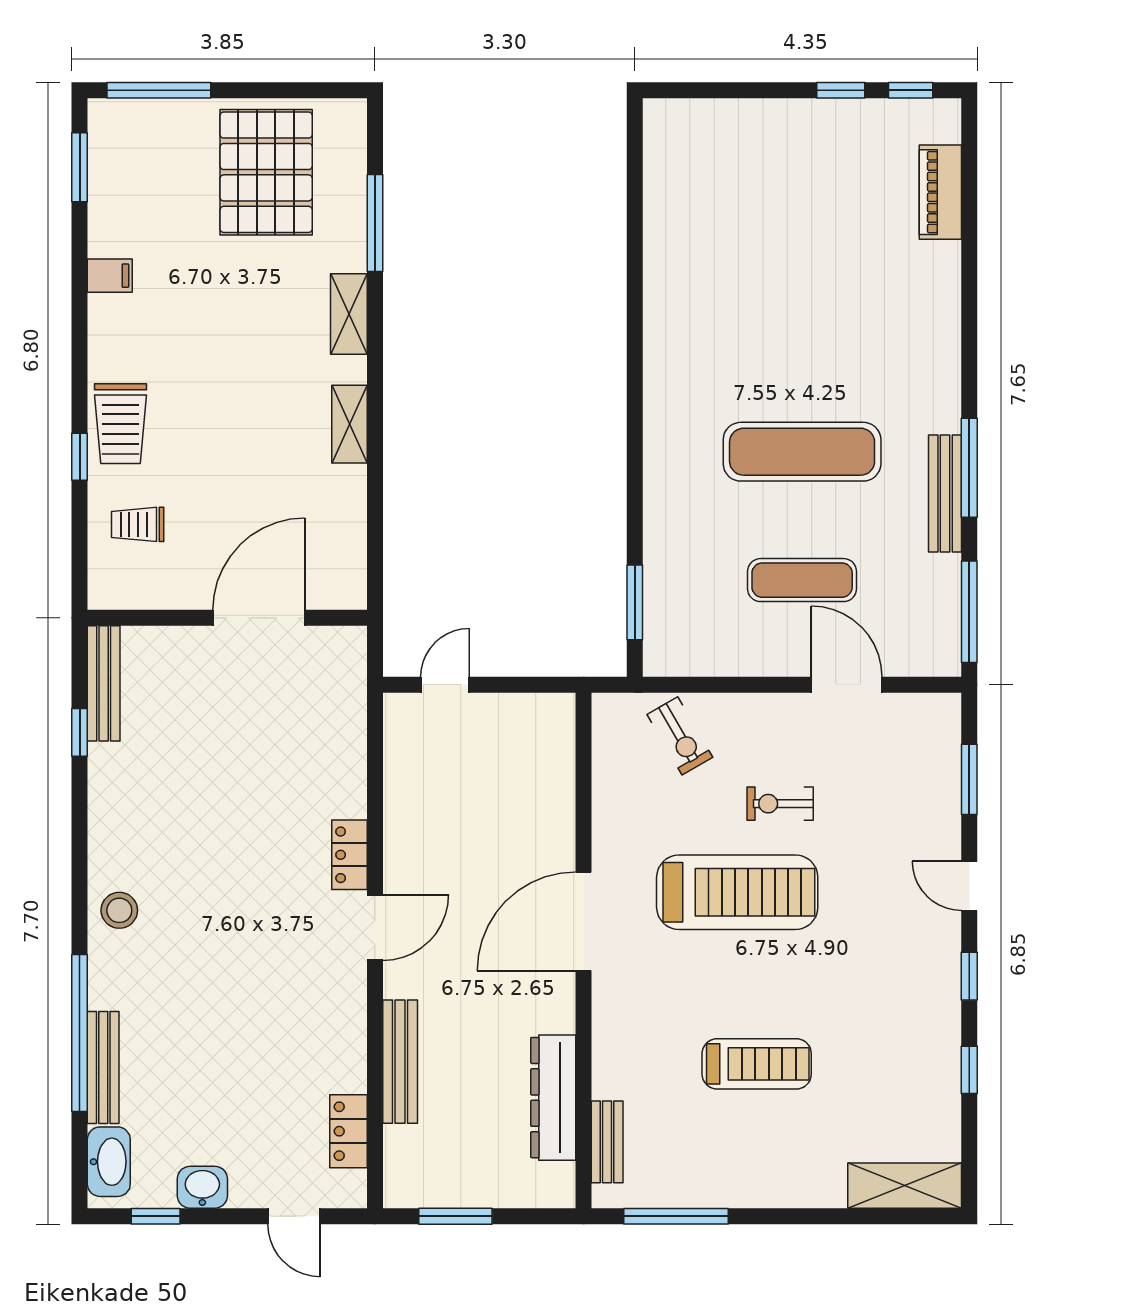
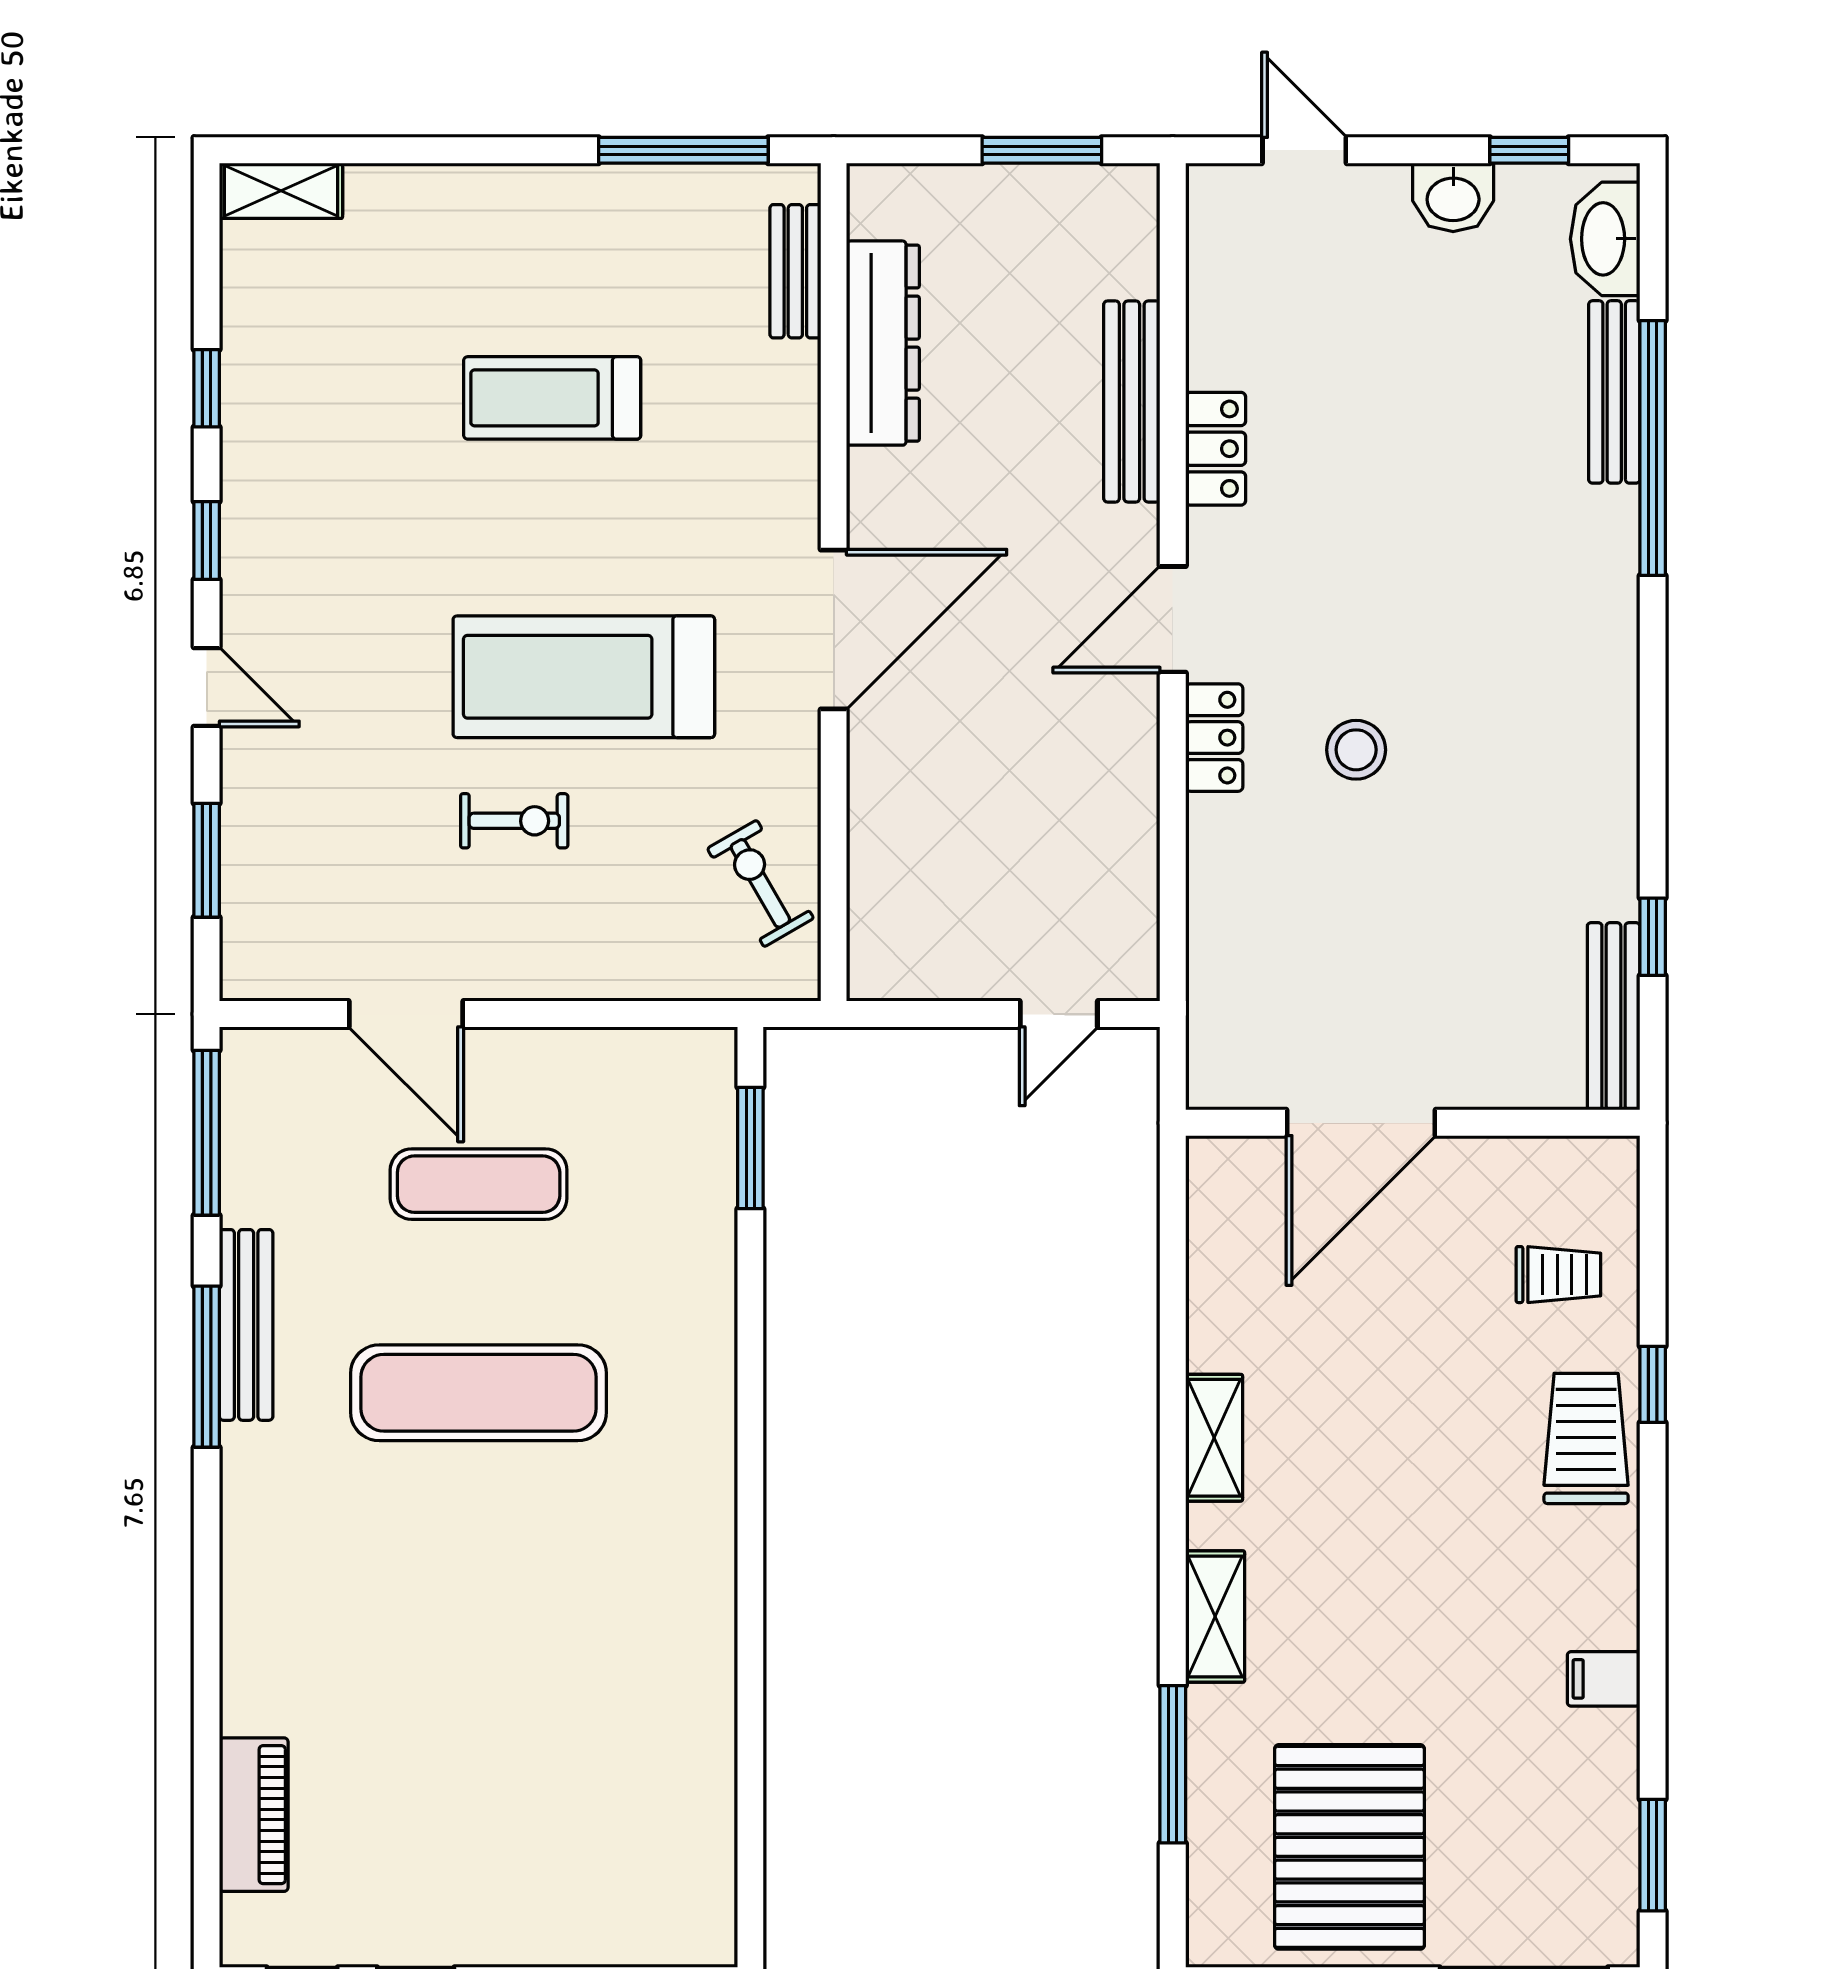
exercise bike: (680, 736) -> (760, 883), moved
stool: (119, 910) -> (1356, 750), moved
locker: (348, 1131) -> (1216, 449), moved
shelving: (905, 1186) -> (281, 191), width x0.67, depth x0.75

